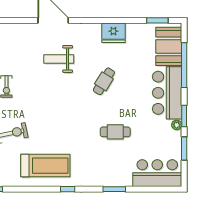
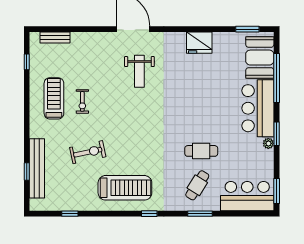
weight bench: (59, 59) -> (139, 71), turned -90
cafe table: (104, 81) -> (197, 185), moved
window: (184, 148) -> (277, 191), moved

